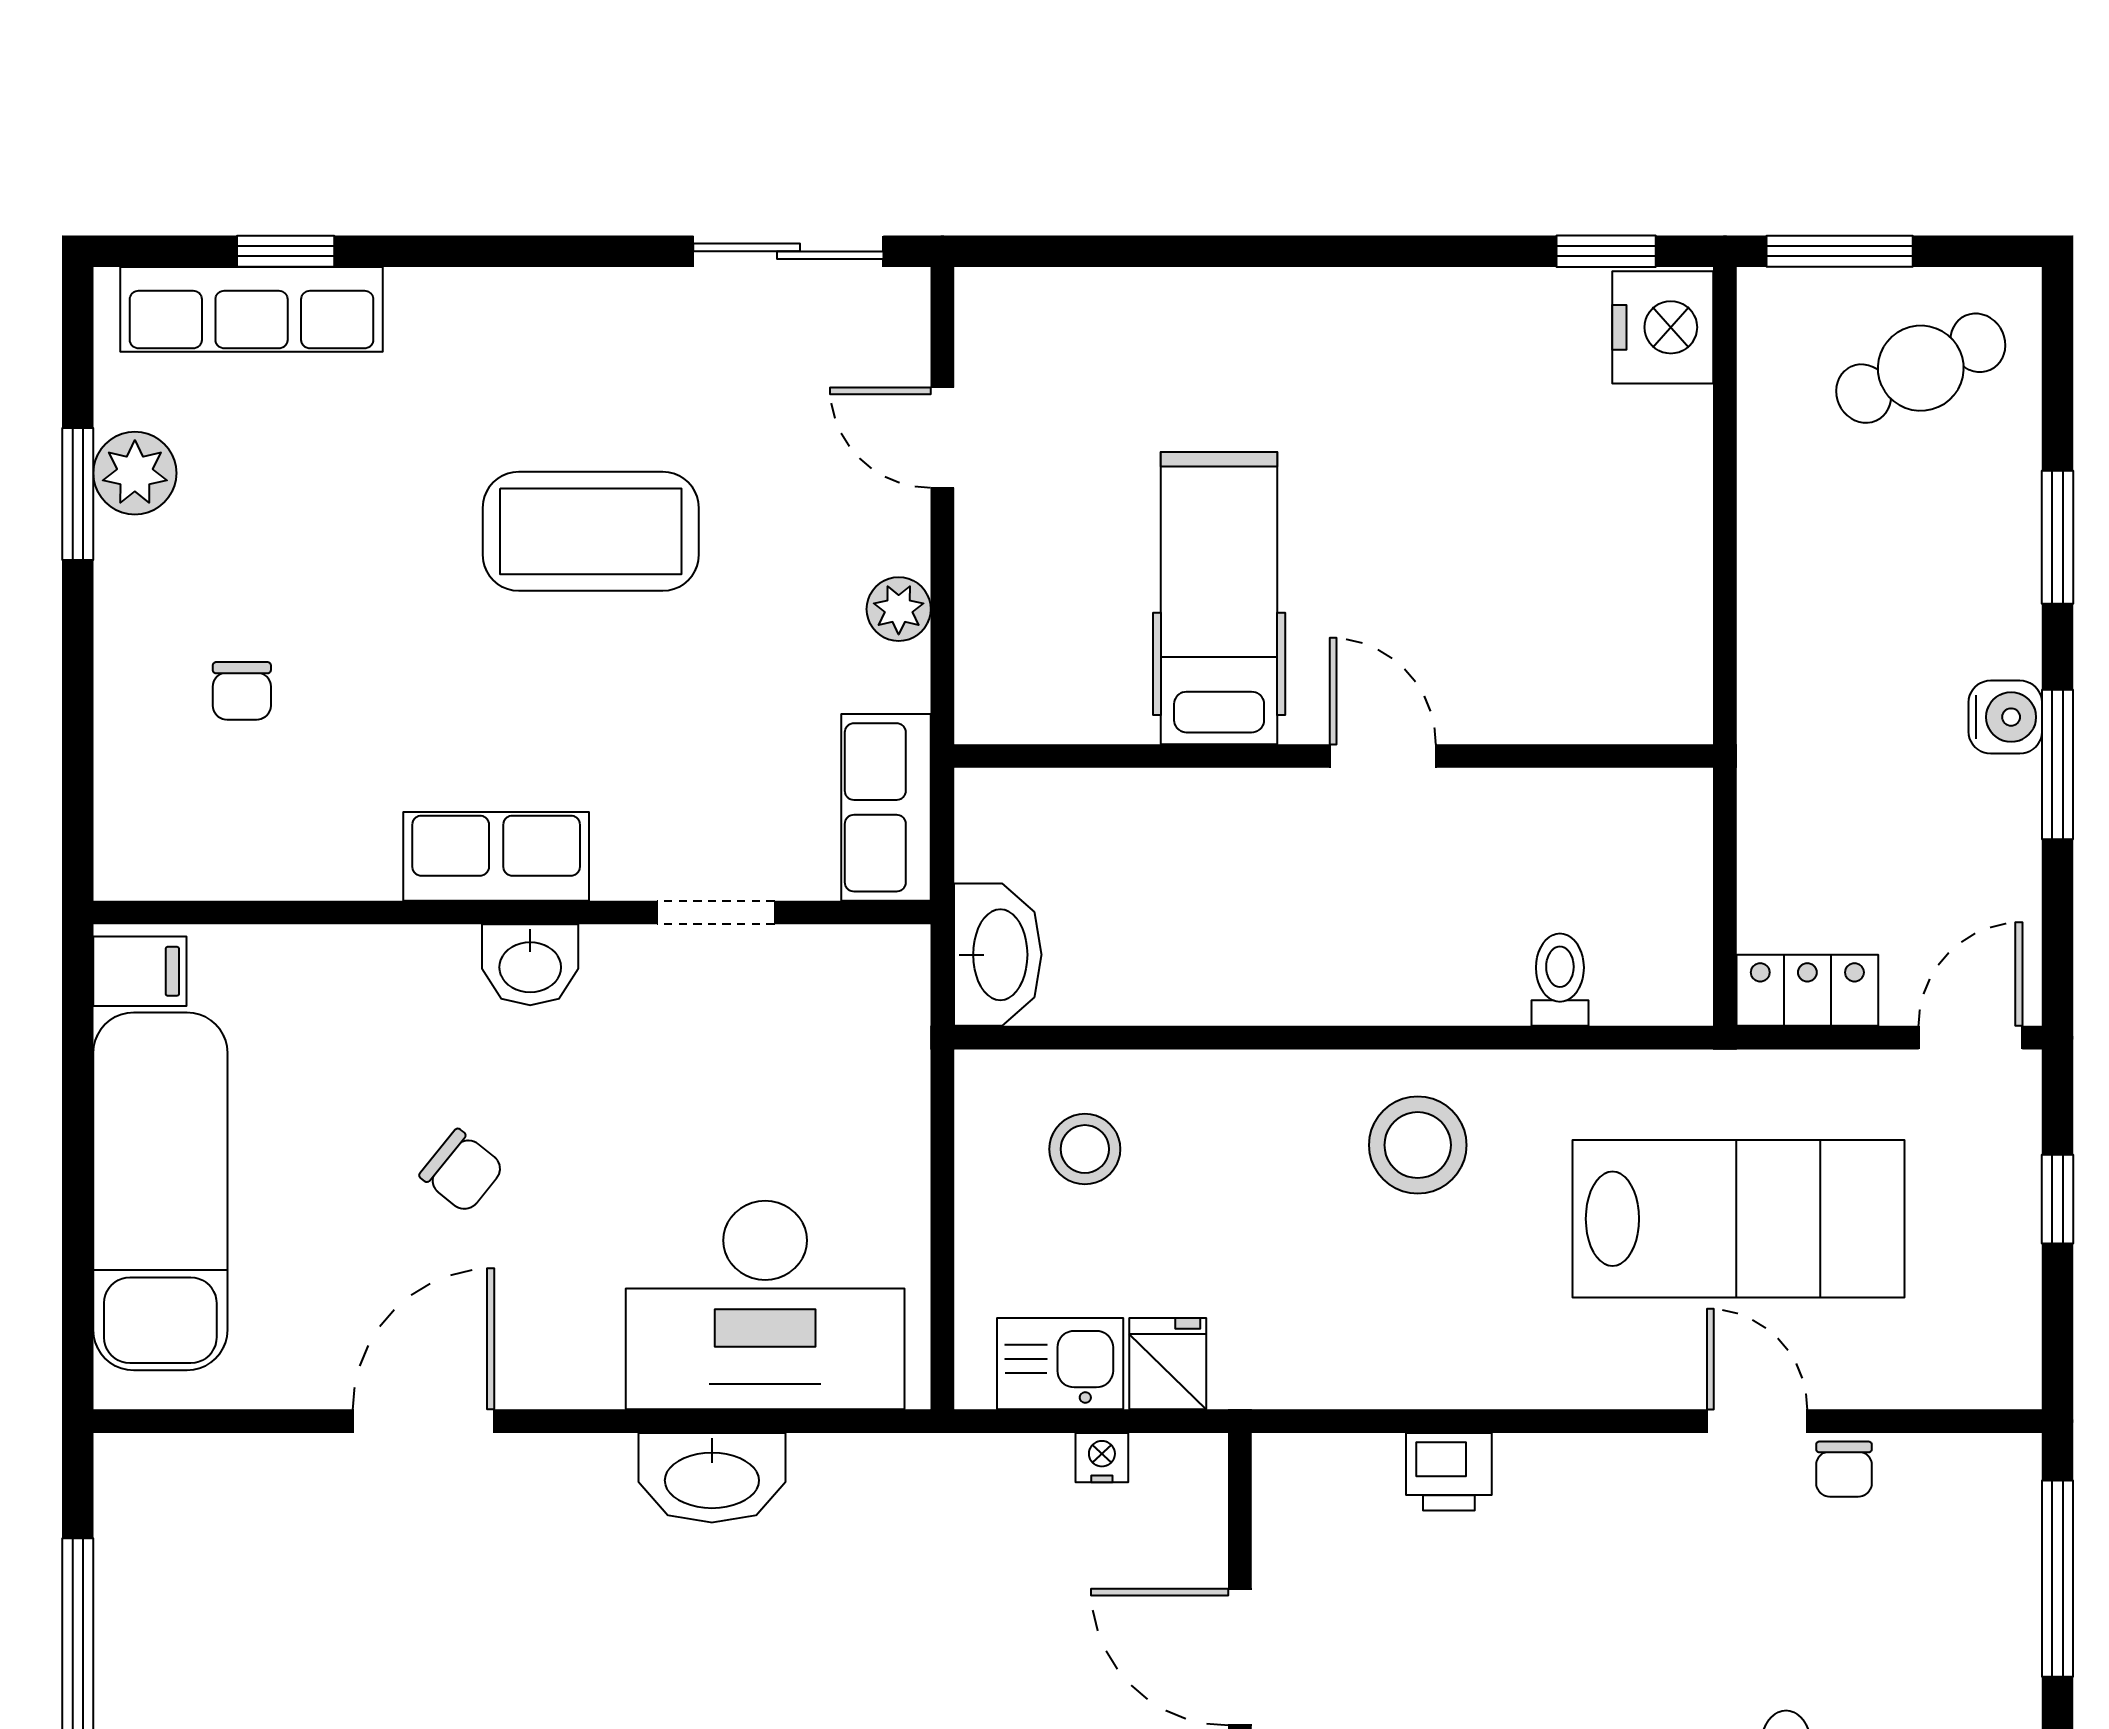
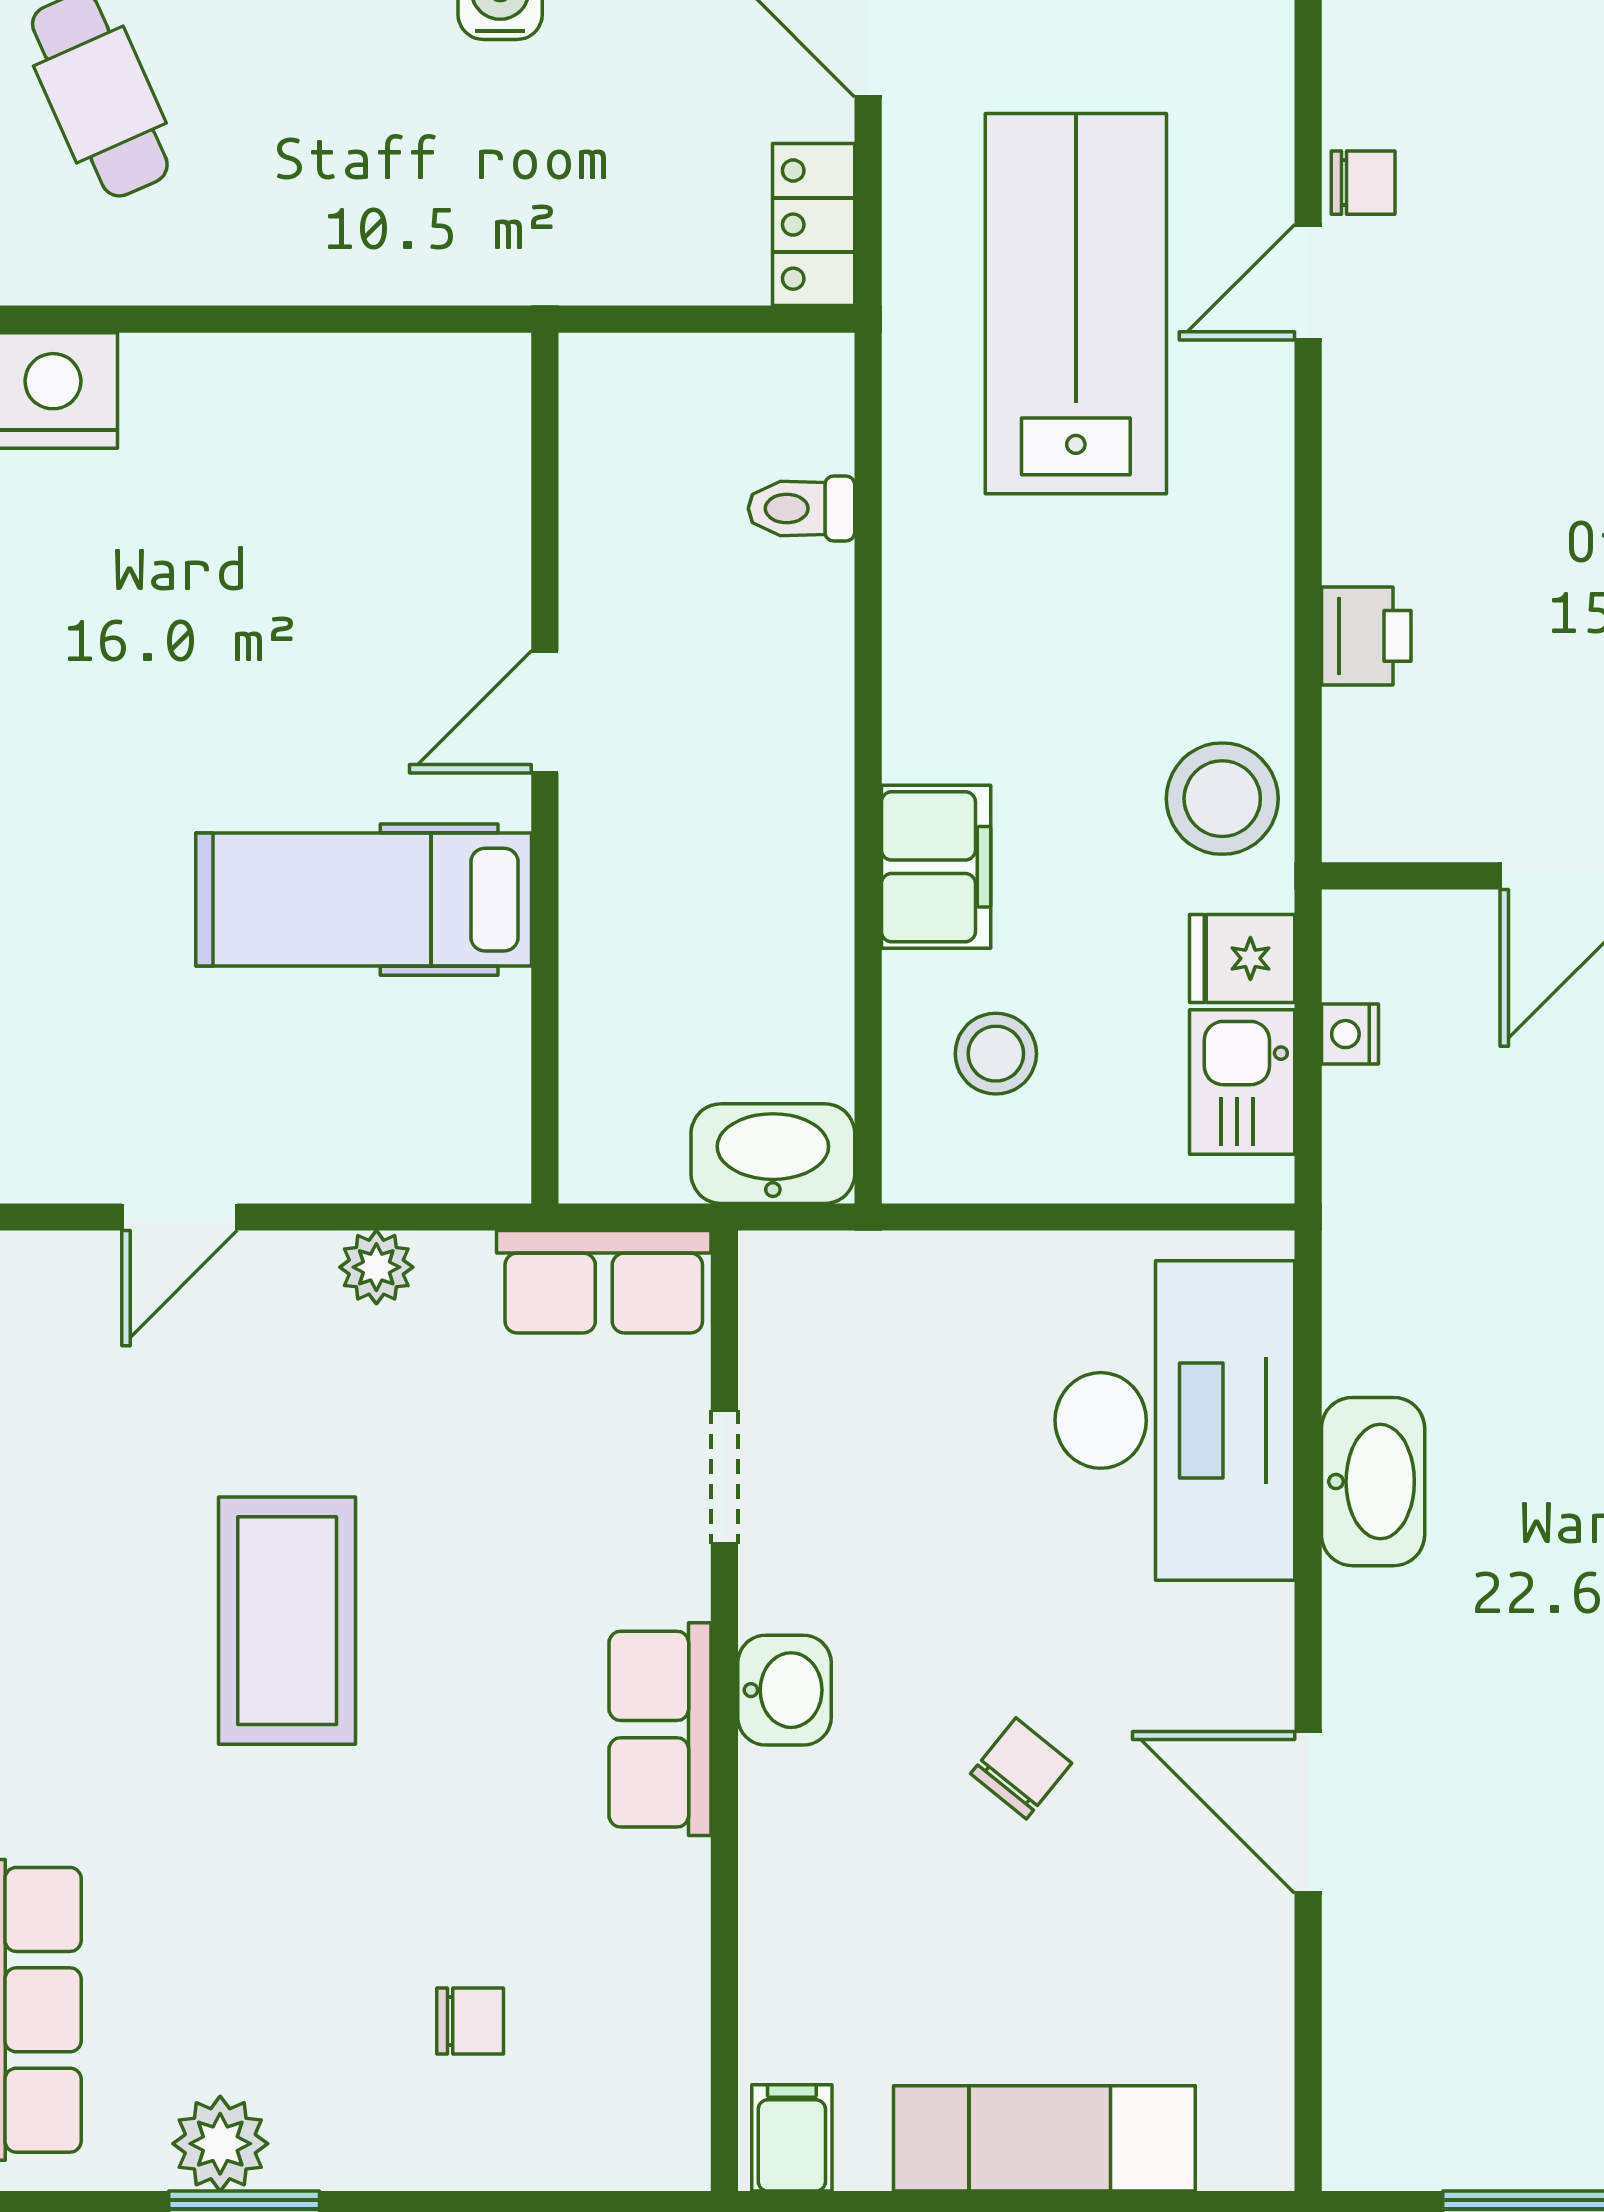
filing cabinet: (1248, 1097) -> (936, 867), added
stool: (1418, 1145) -> (1222, 799), moved
exam couch: (160, 1191) -> (1044, 2138), width x0.73, depth x0.69

